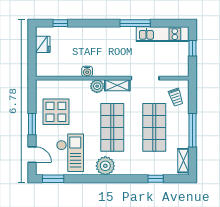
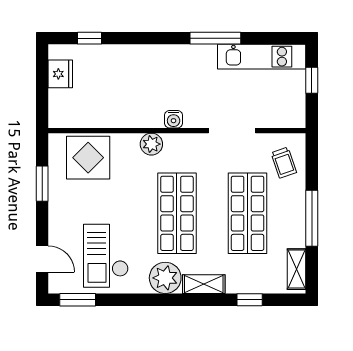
water cooler: (87, 71) -> (174, 119), moved
shelving: (117, 85) -> (204, 284), moved
display table: (56, 112) -> (88, 158), moved
window: (32, 124) -> (42, 184), moved
checkout: (70, 153) -> (106, 256), turned 180

